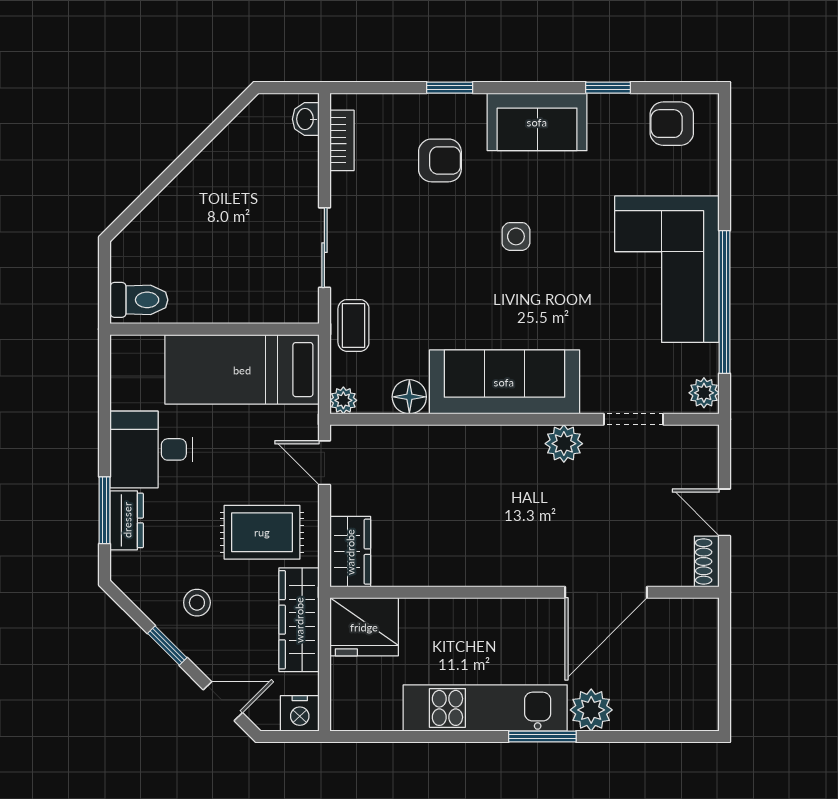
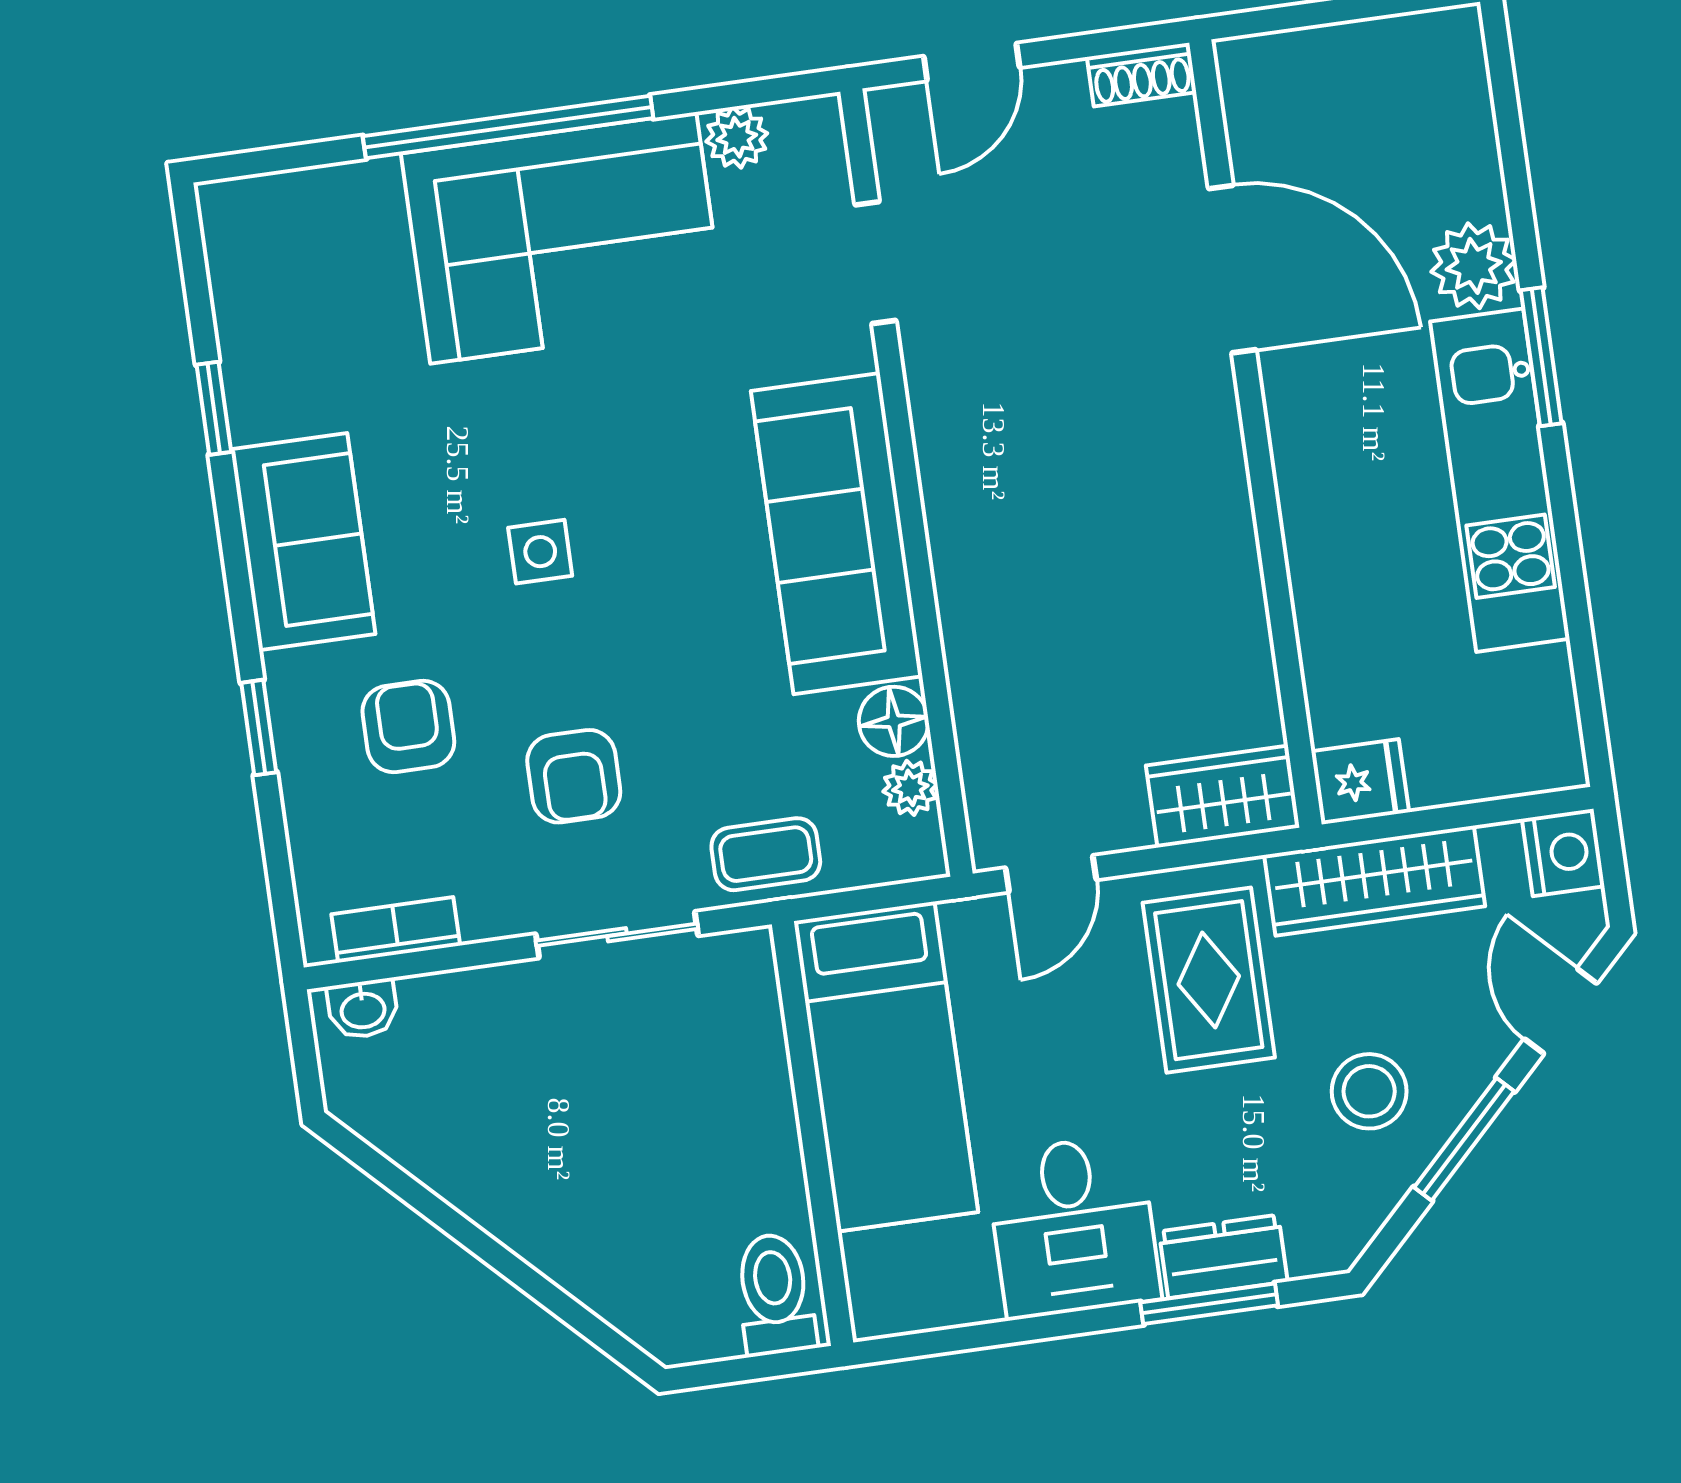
armchair: (672, 124) -> (574, 776), moved
window: (725, 302) -> (508, 127), moved
plant: (704, 393) -> (737, 137), moved
plant: (343, 400) -> (910, 788), moved
plant: (564, 444) -> (944, 396), removed
door: (725, 512) -> (972, 62), moved
stool: (197, 603) -> (1369, 1091), width x1.37, depth x1.37
fridge: (364, 627) -> (1360, 782), width x0.53, depth x0.75
window: (167, 646) -> (1464, 1139), width x1.50

